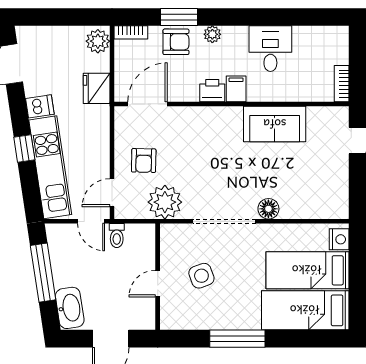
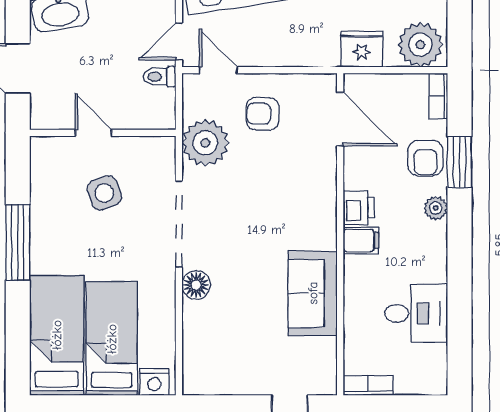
plant: (98, 41) -> (420, 45), width x1.36, depth x1.36
desk: (270, 49) -> (416, 313), moved

